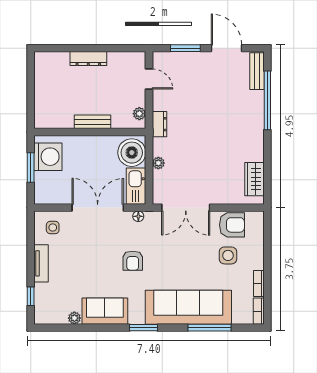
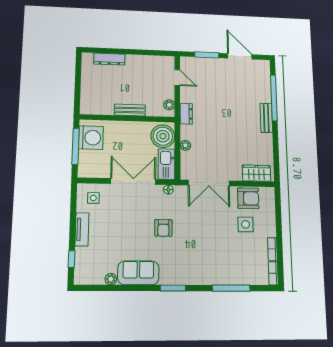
dresser: (88, 59) -> (109, 59), moved
bench: (257, 71) -> (266, 118), moved
window: (31, 168) -> (76, 146), width x1.44
wardrobe: (254, 179) -> (257, 173), moved, turned 90
sofa: (188, 307) -> (212, 270), removed

